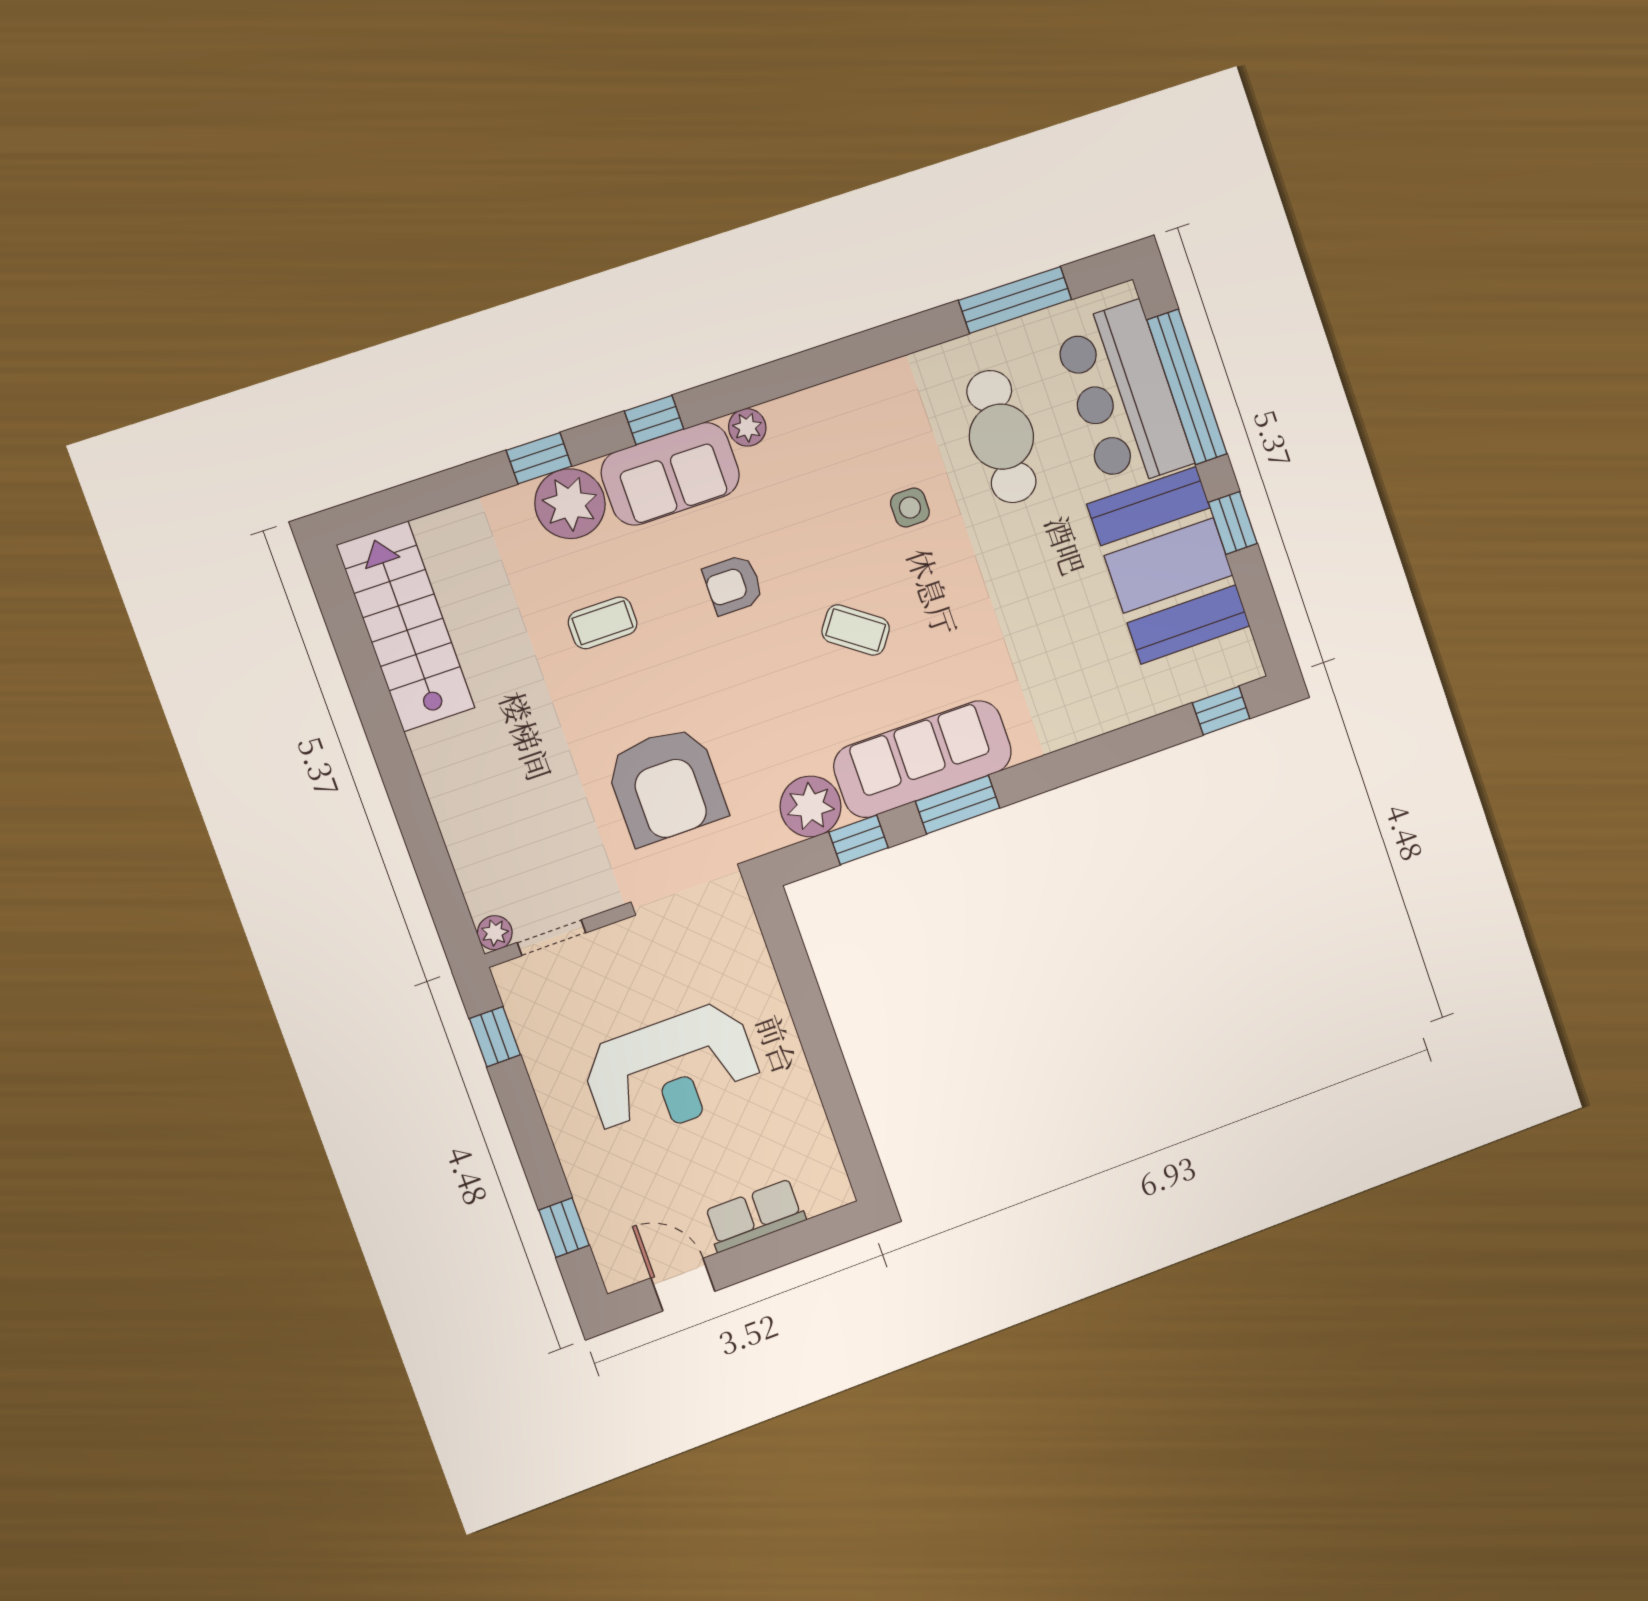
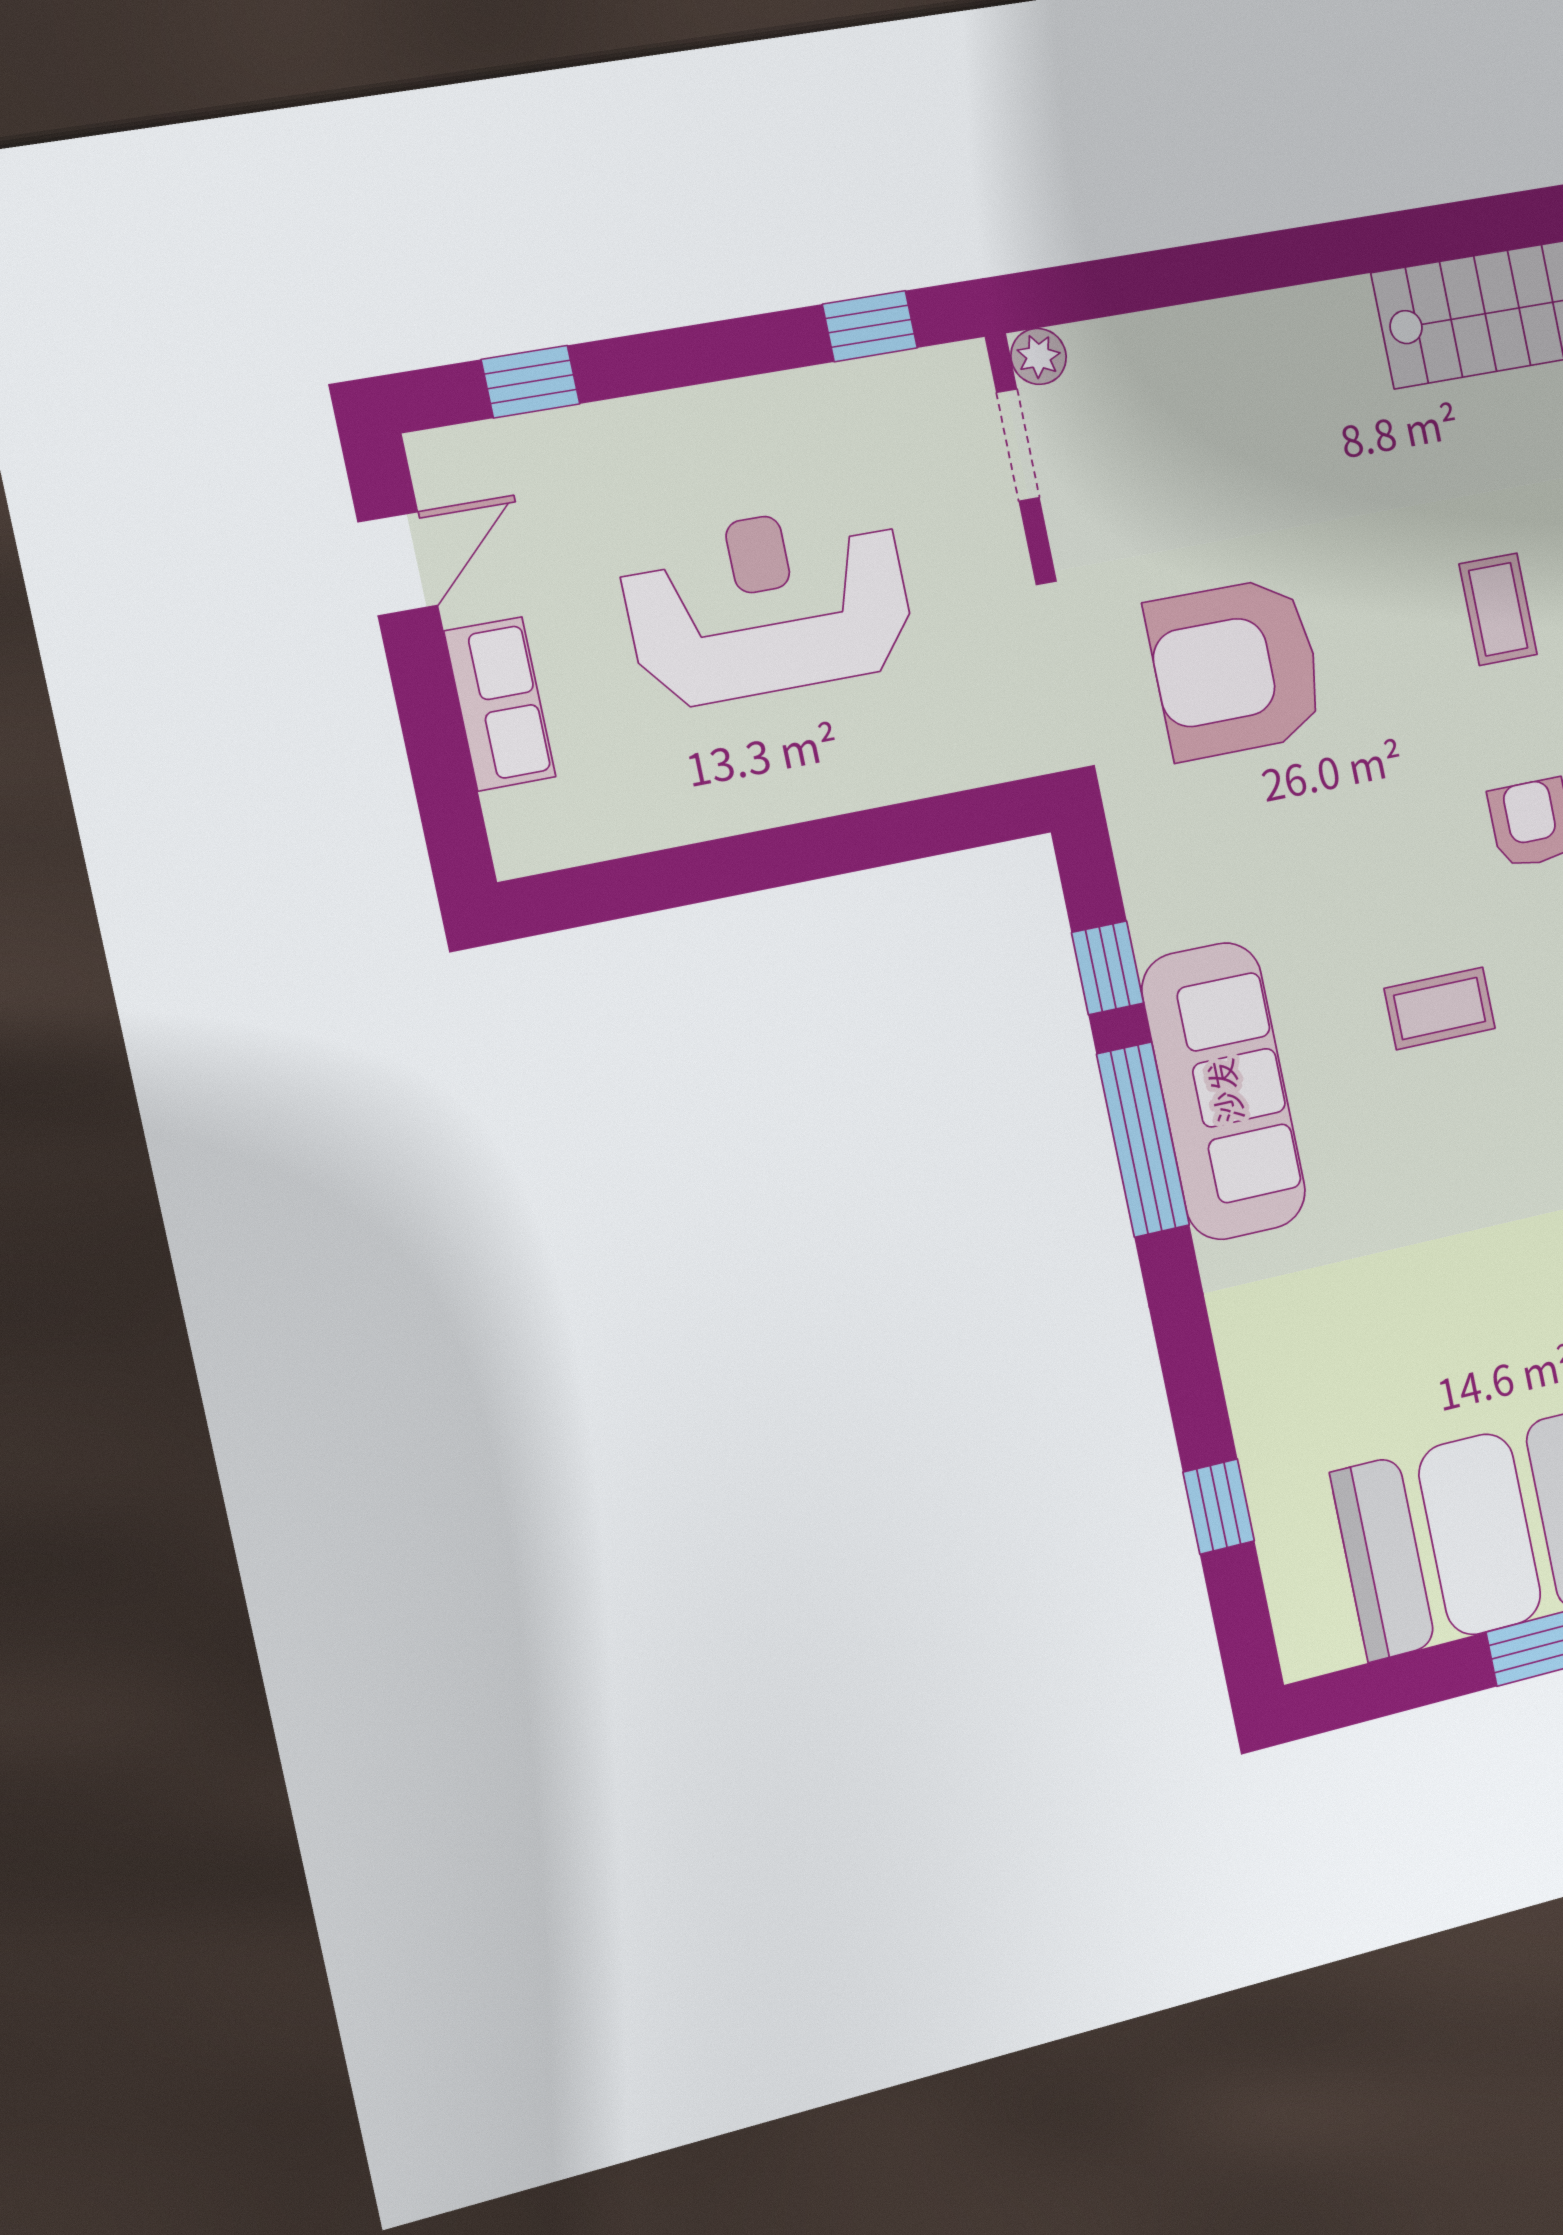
coffee table: (856, 630) -> (1440, 1008), turned 54
window: (1221, 711) -> (1219, 1507), moved
window: (958, 805) -> (1143, 1140), width x1.44
plant: (811, 806) -> (1172, 897), removed
reception desk: (672, 1072) -> (768, 604), turned 90

